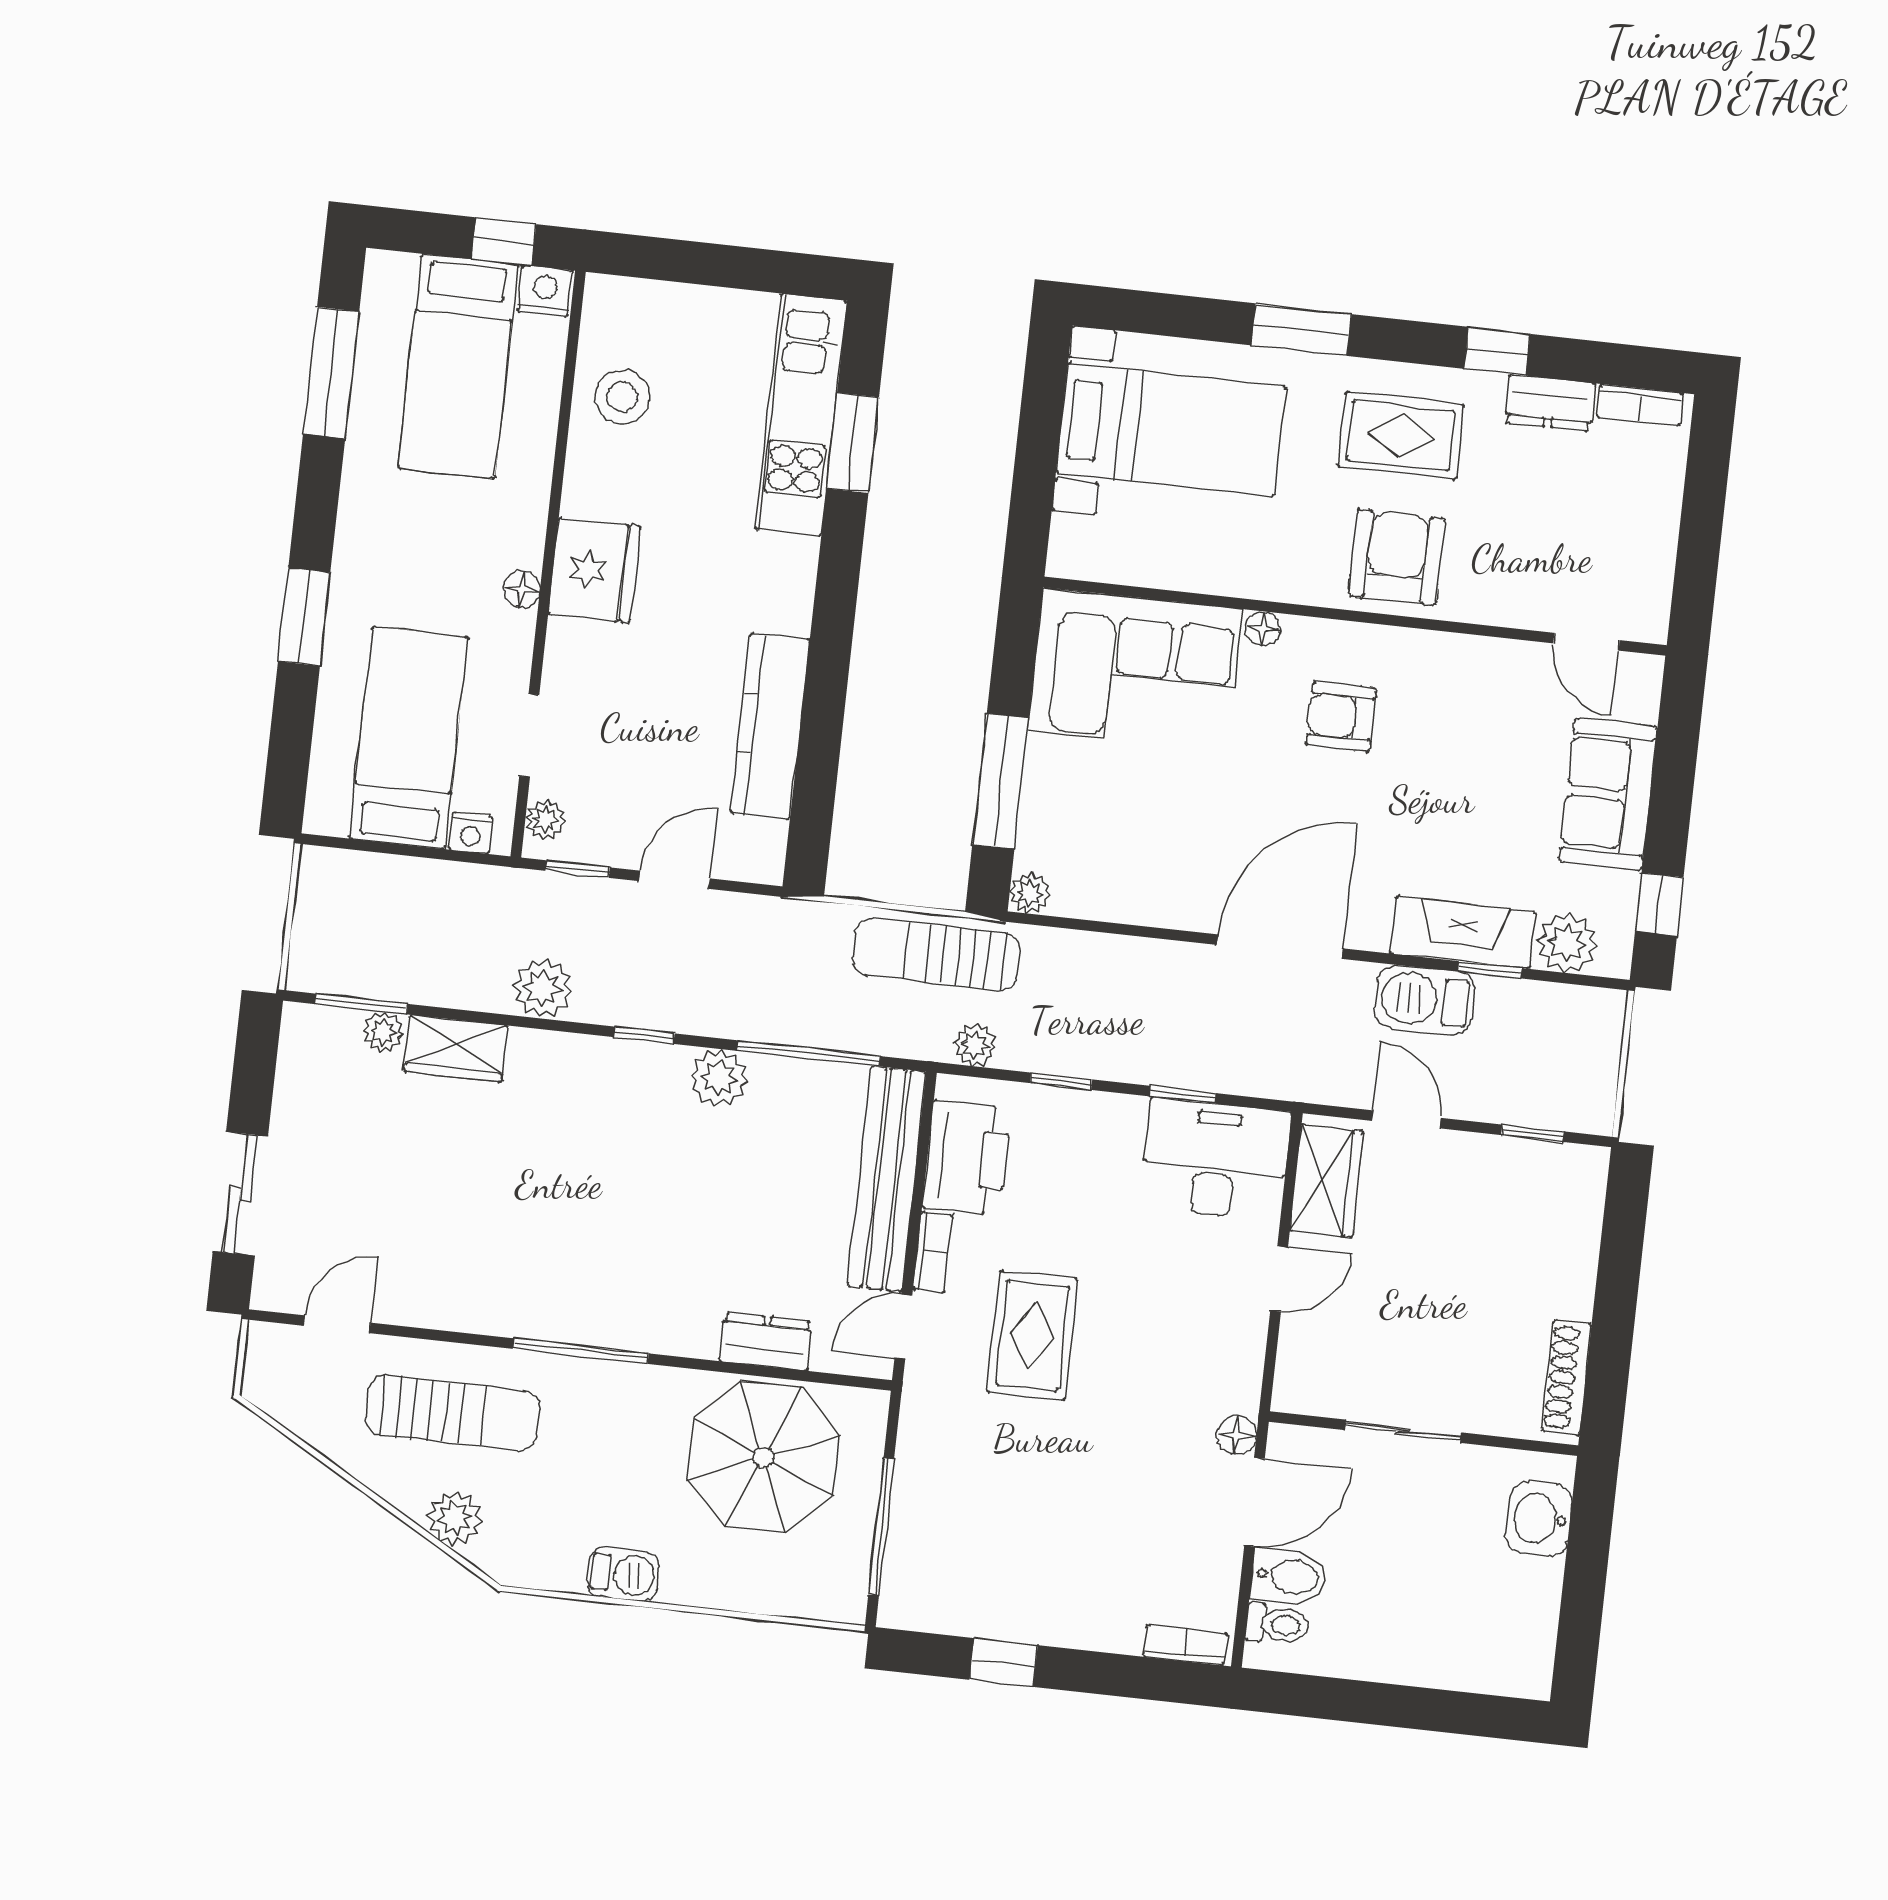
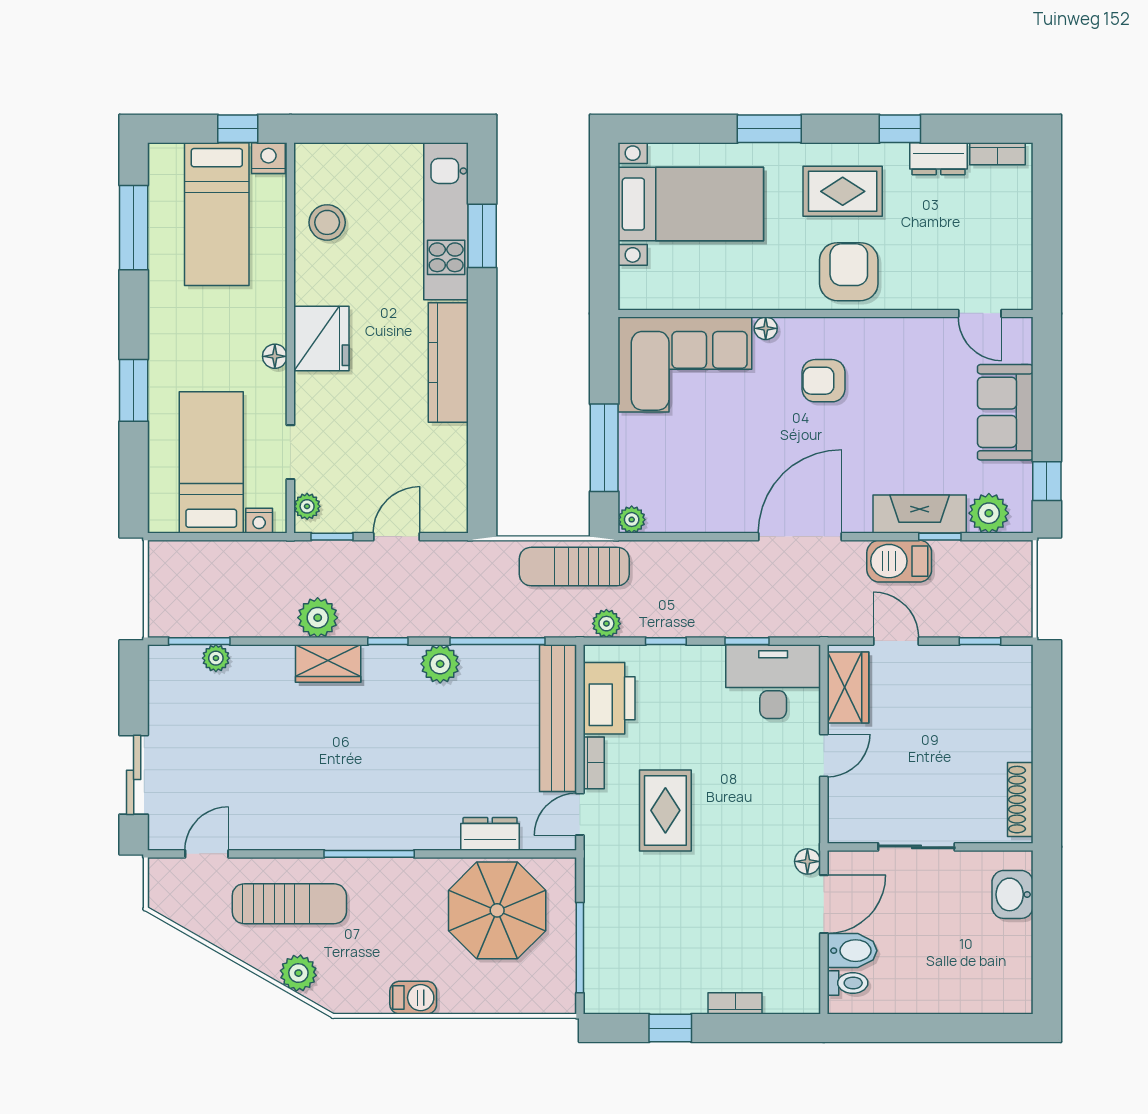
kitchen counter: (770, 726) -> (448, 362), moved
wardrobe: (456, 1048) -> (328, 663), moved
bookcase: (1185, 1645) -> (735, 1003), moved

